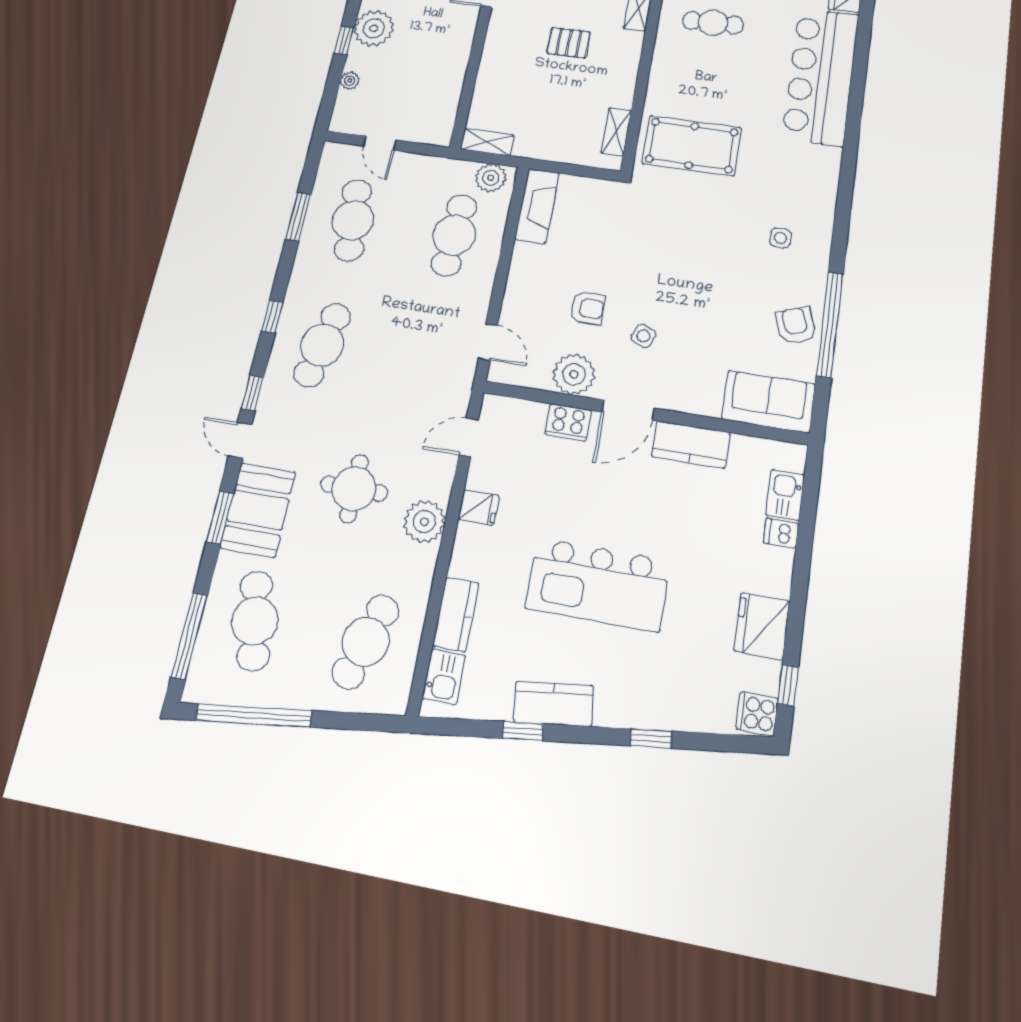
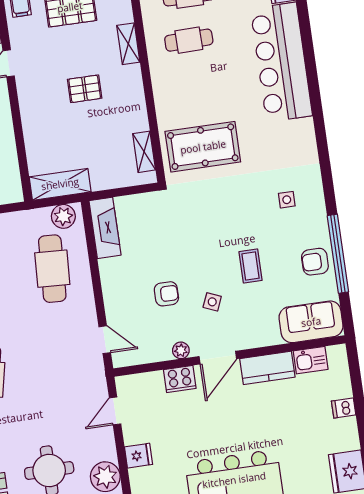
shelving: (487, 142) -> (60, 184), width x1.50, depth x1.33
coffee table: (708, 306) -> (251, 266), added
armchair: (796, 326) -> (315, 262), turned -70
plant: (574, 374) -> (181, 350), width x0.53, depth x0.53
kitchen sink: (785, 495) -> (311, 360), moved, turned -90

